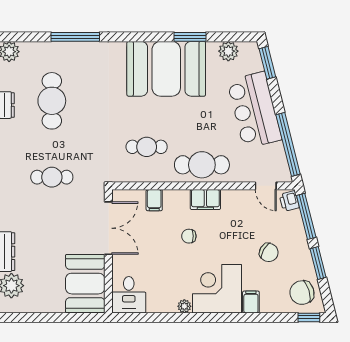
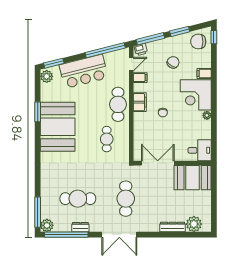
window: (75, 37) -> (38, 212), moved
plant: (228, 51) -> (47, 76), moved
cafe table: (52, 177) -> (126, 199), width x1.37, depth x1.35
filing cabinet: (154, 200) -> (140, 78), moved
chair: (302, 293) -> (198, 42), turned 107

